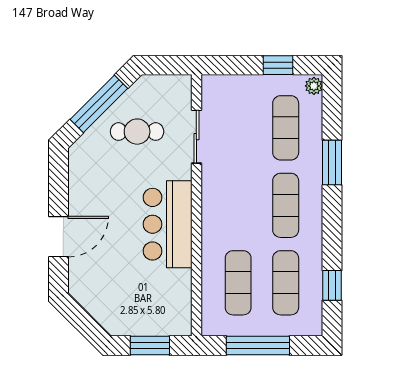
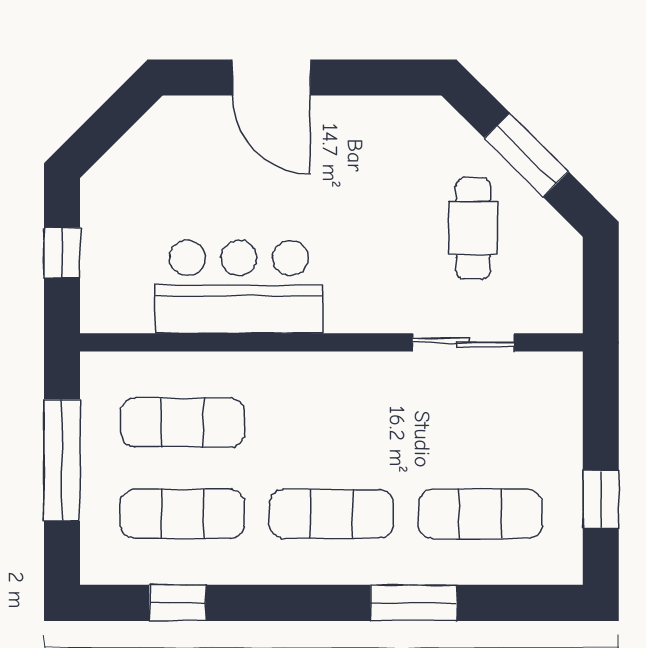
plant: (314, 86) -> (561, 568), removed
window: (99, 104) -> (526, 155), width x0.69
bar counter: (168, 224) -> (239, 287), moved
window: (150, 346) -> (62, 253), width x0.67

